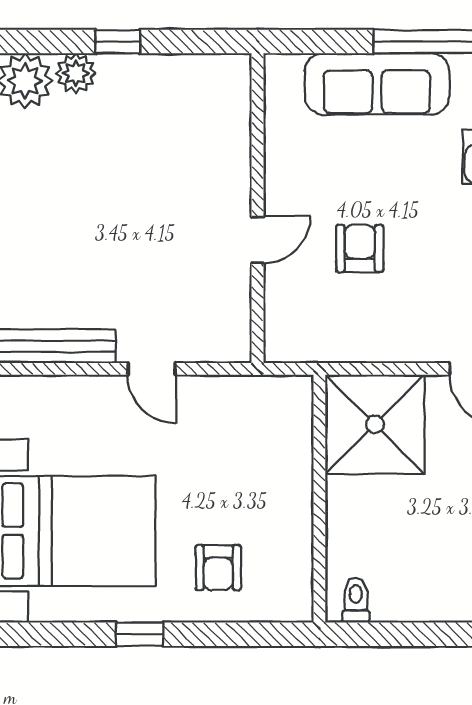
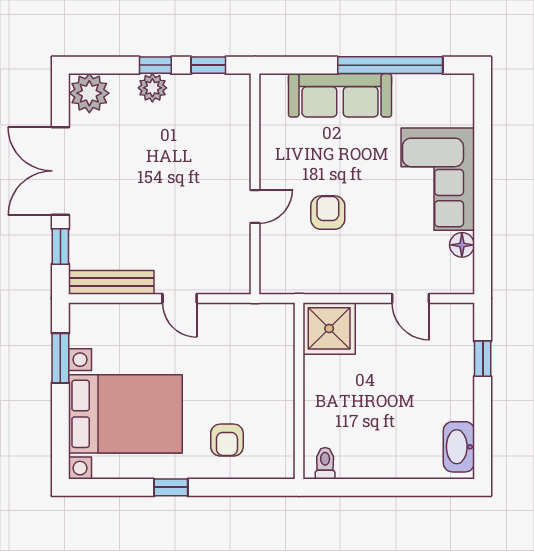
window: (192, 42) -> (208, 65), added
plant: (76, 73) -> (152, 88), moved
shower: (375, 424) -> (329, 328), width x0.73, depth x0.73

